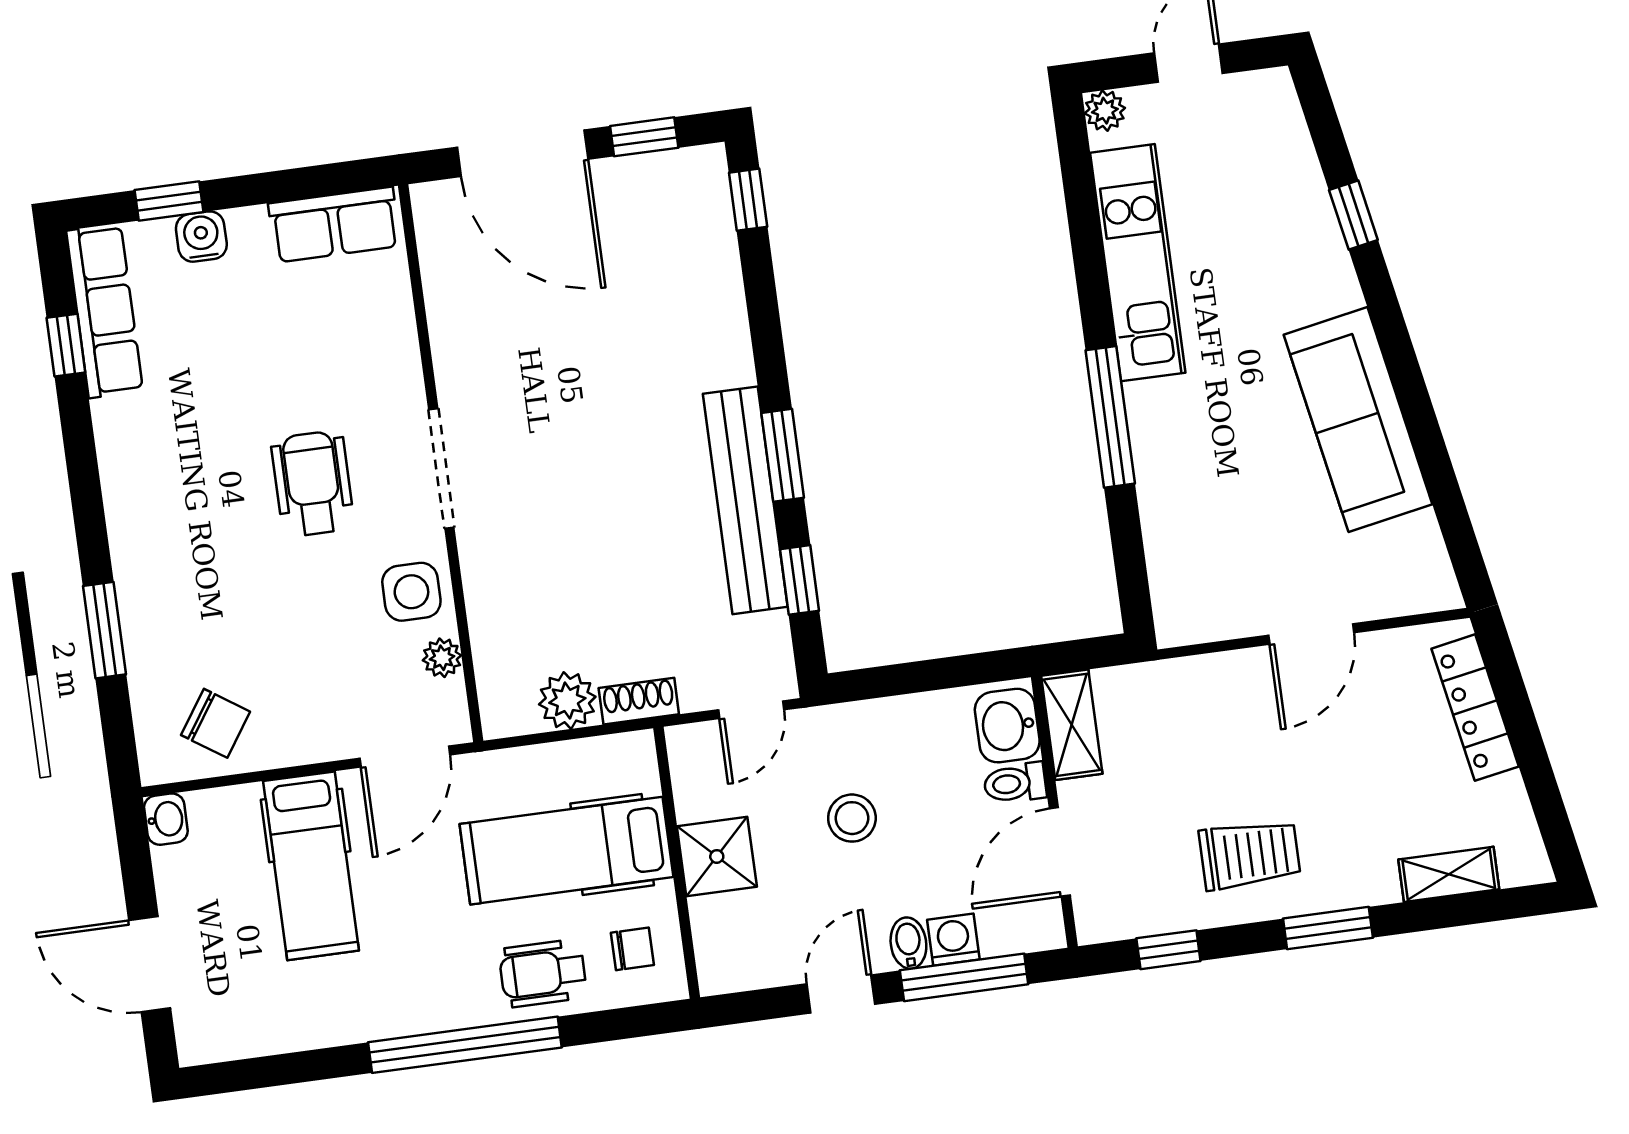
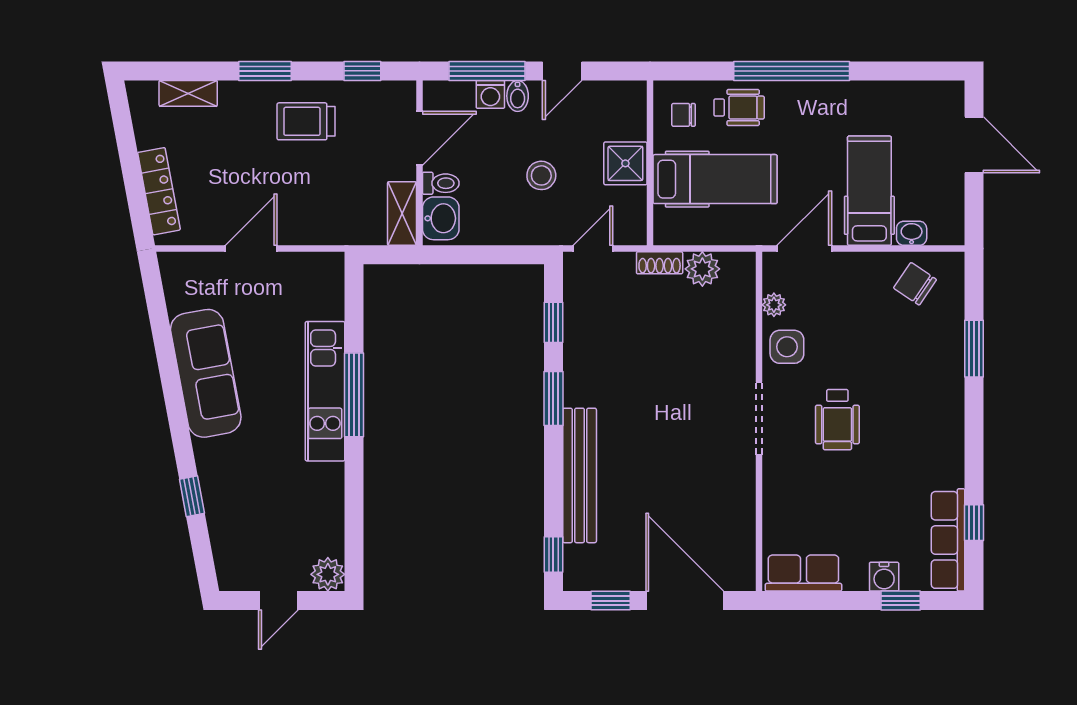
plant: (1105, 111) -> (328, 574), width x1.38, depth x1.38
kitchen unit: (1138, 263) -> (325, 391), moved
bench: (745, 500) -> (580, 475), moved
washbasin: (166, 819) -> (912, 233), moved, turned 90

